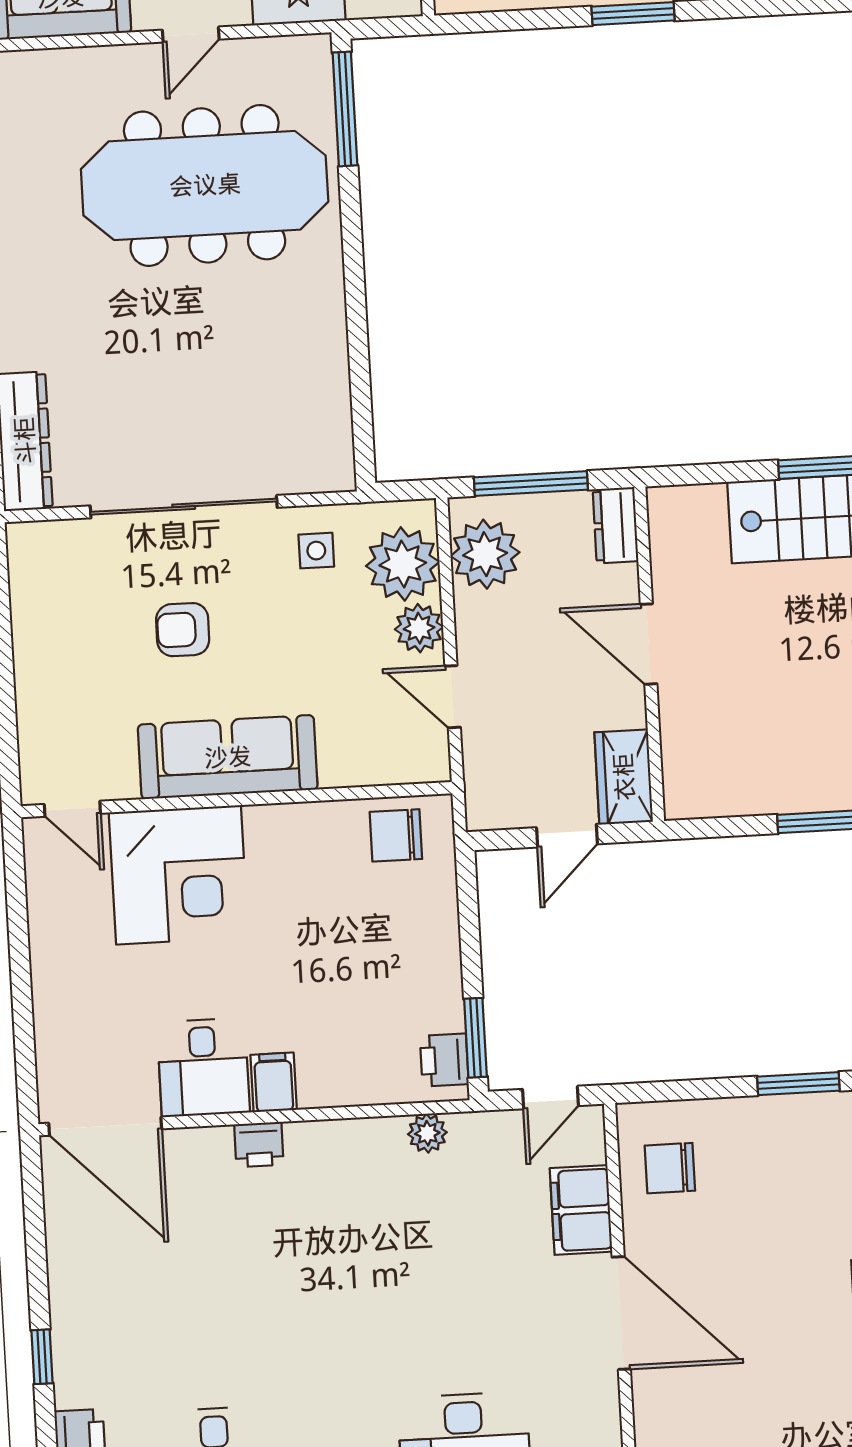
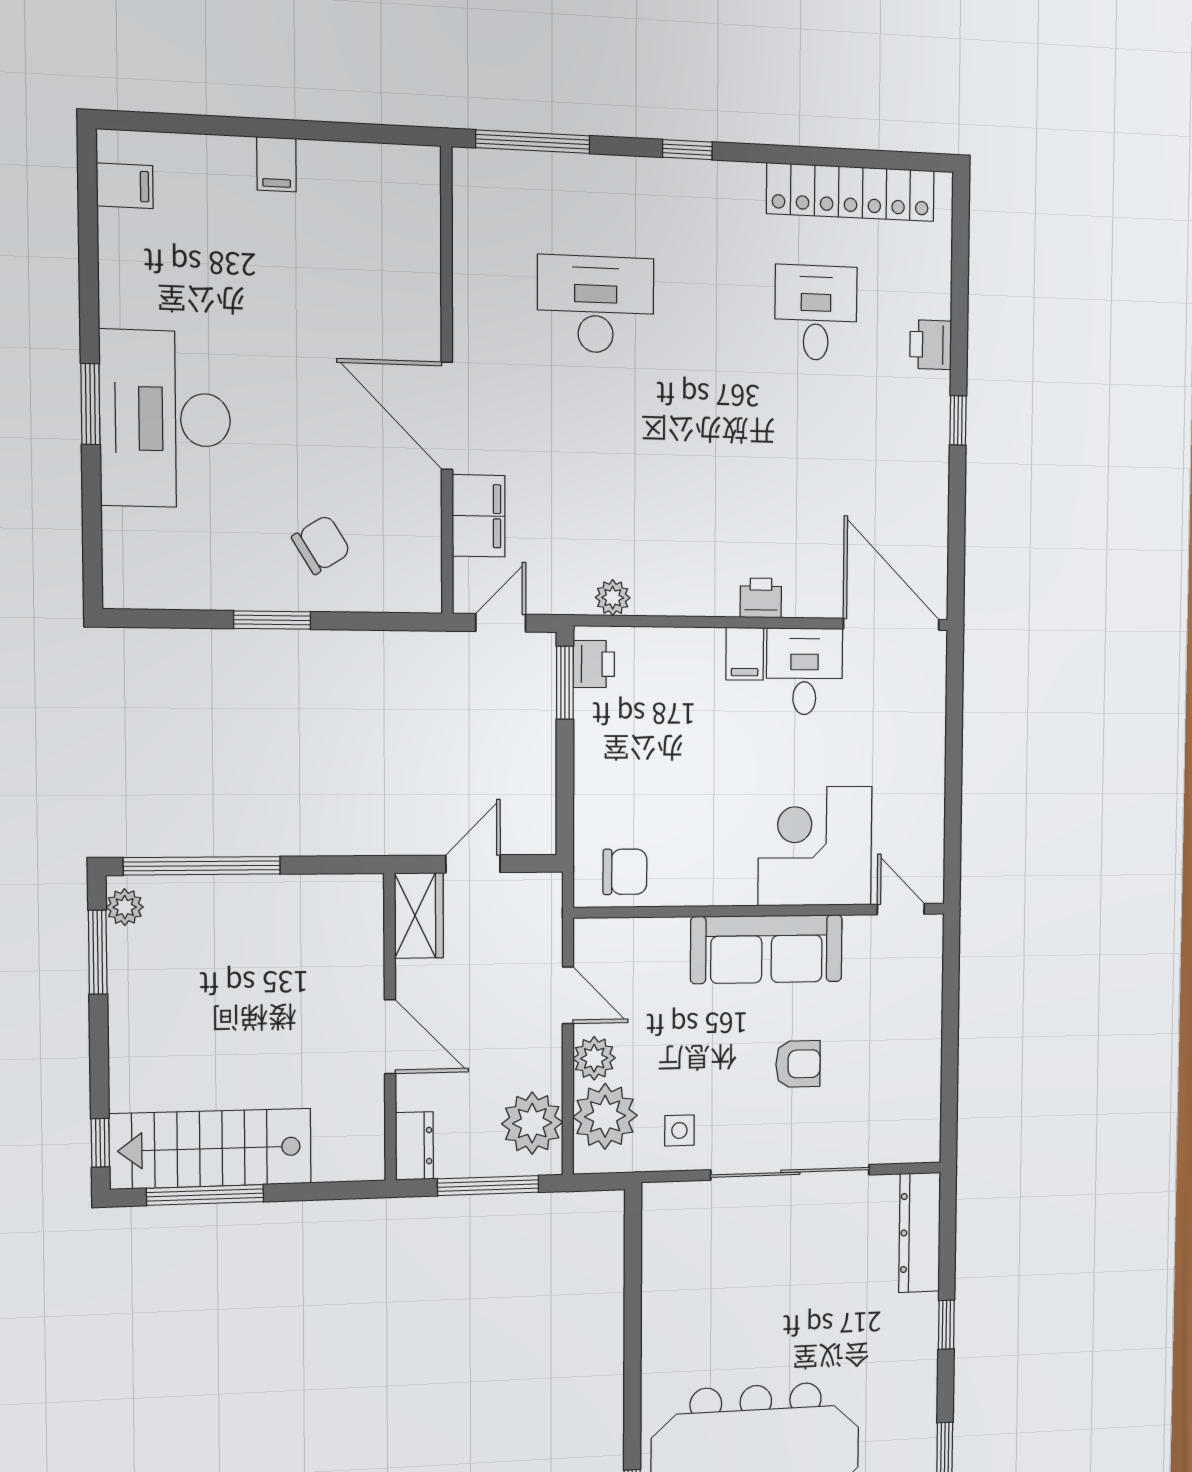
chair: (670, 1168) -> (321, 545), moved, turned -32

